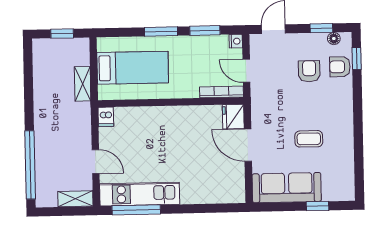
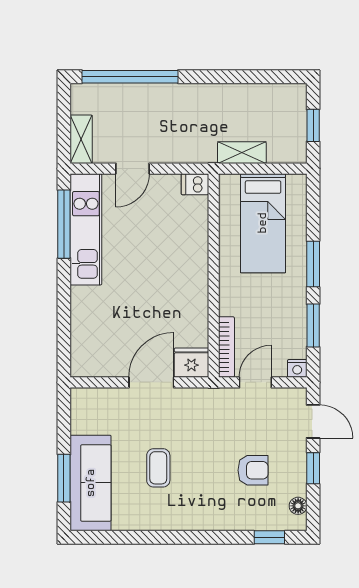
window: (321, 28) -> (313, 468), moved
armchair: (340, 67) -> (258, 514), removed
sofa: (287, 188) -> (91, 483), moved
window: (318, 206) -> (64, 478), width x1.50

